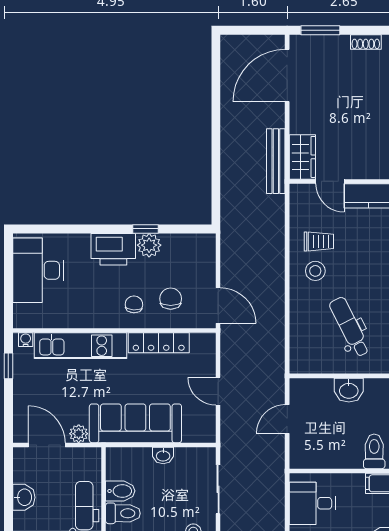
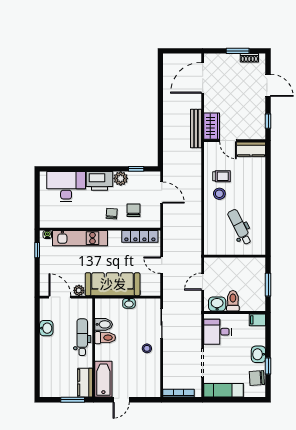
window: (320, 30) -> (238, 51), moved
window: (145, 229) -> (136, 169), moved
desk: (38, 270) -> (66, 186), moved, turned 90
door: (218, 306) -> (162, 193), moved
locker: (159, 343) -> (140, 236), moved
washbasin: (349, 390) -> (217, 304), moved, turned 180
toilet: (374, 451) -> (233, 301), moved

